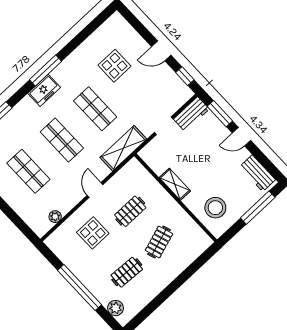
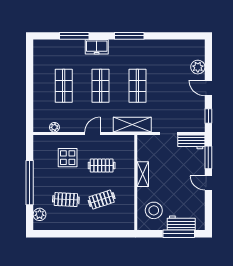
plant: (134, 41) -> (198, 67), added
display table: (115, 66) -> (173, 71), removed
freezer: (44, 90) -> (97, 47), moved
workbench: (257, 173) -> (181, 223), moved, turned 90

